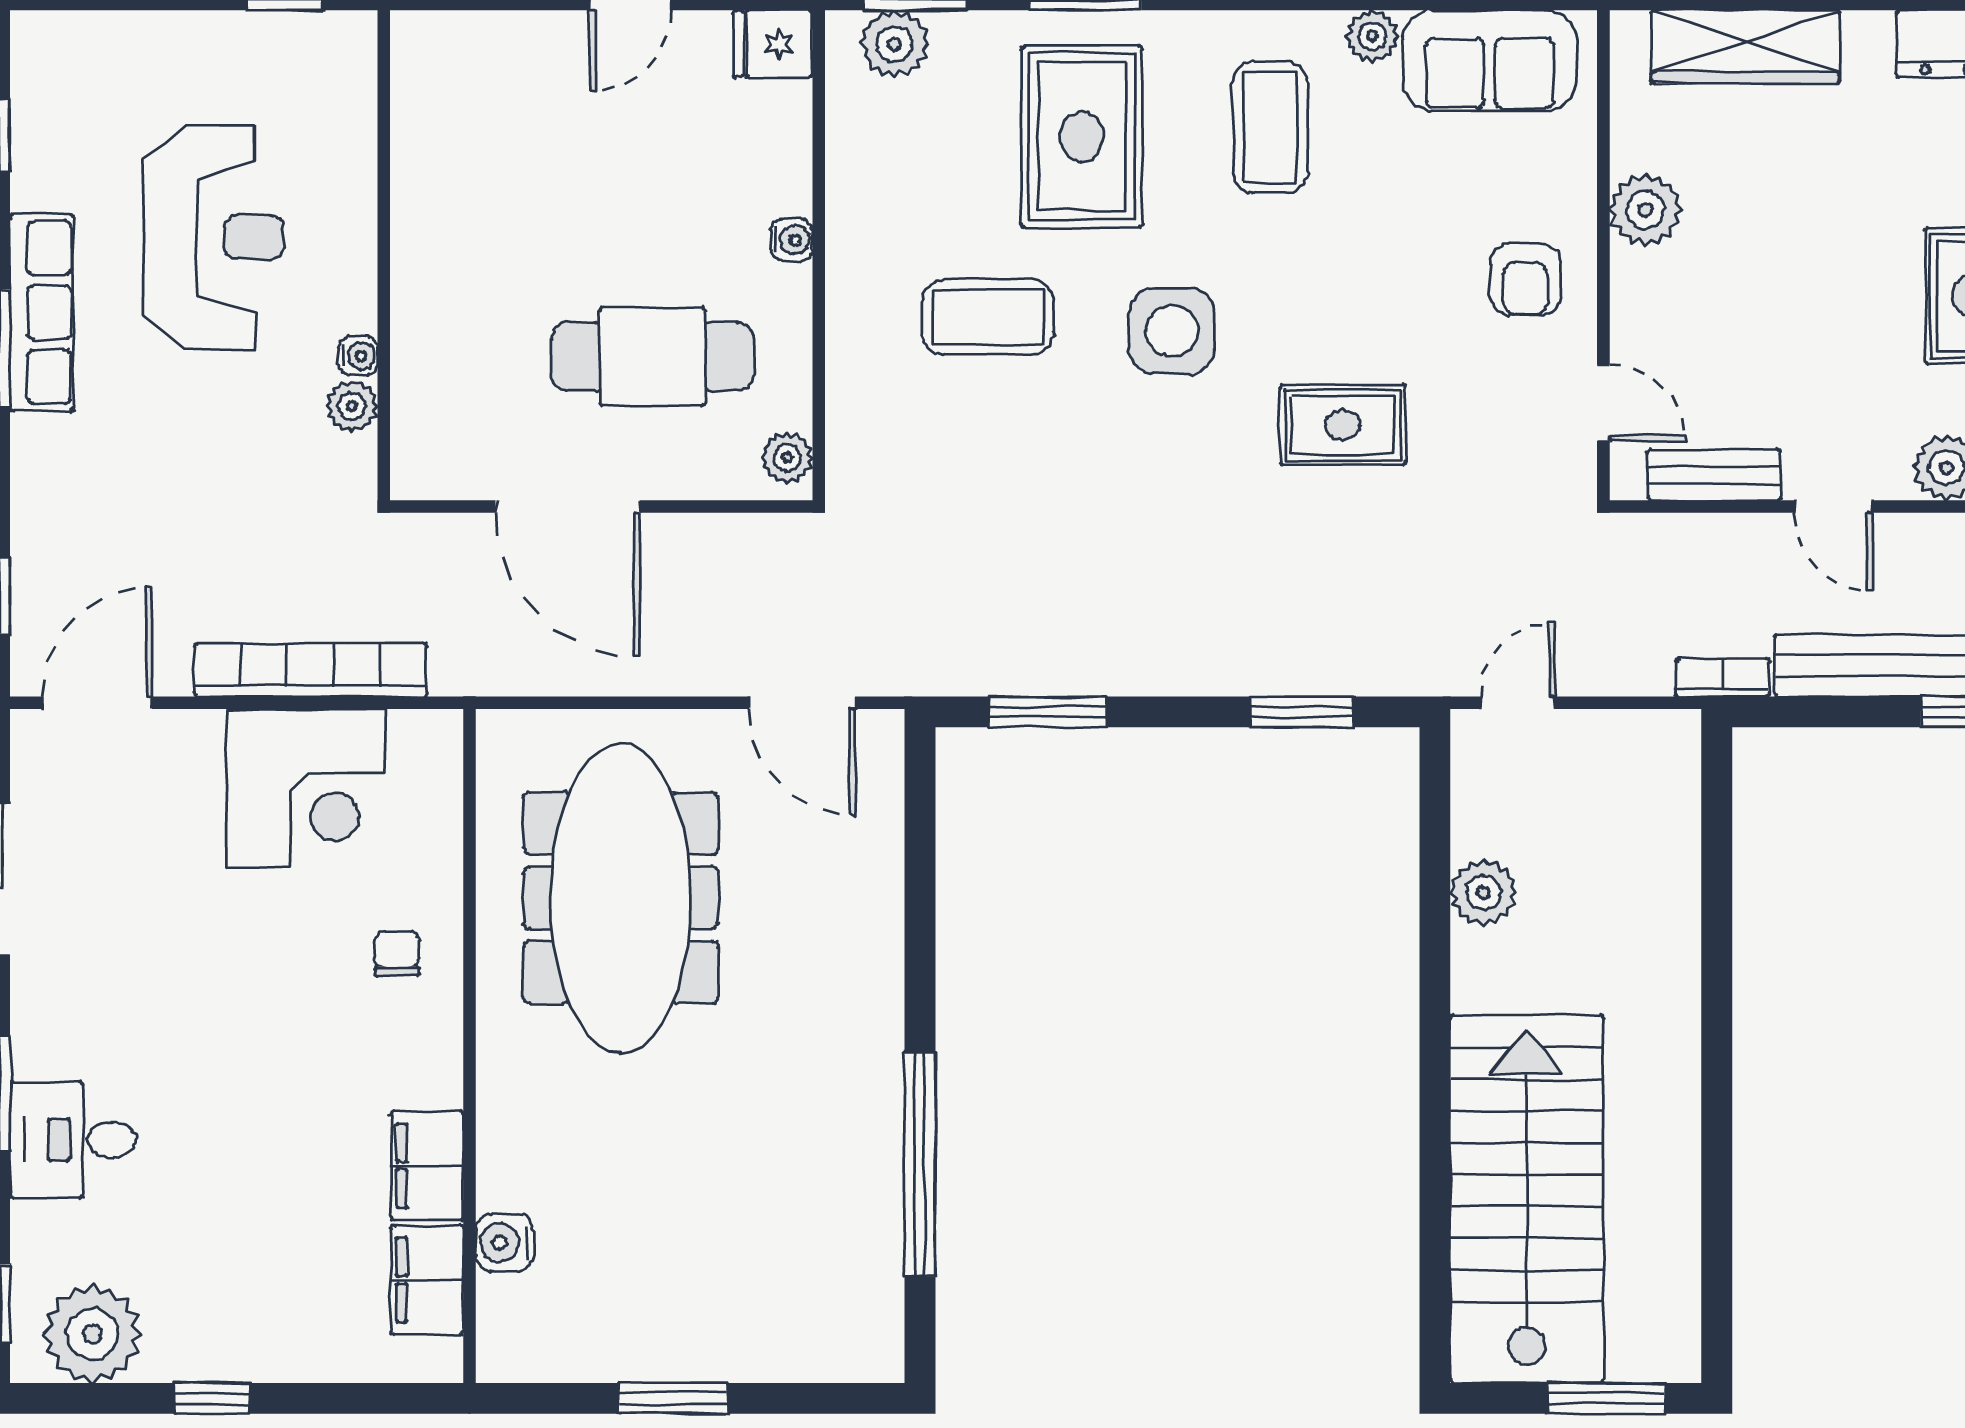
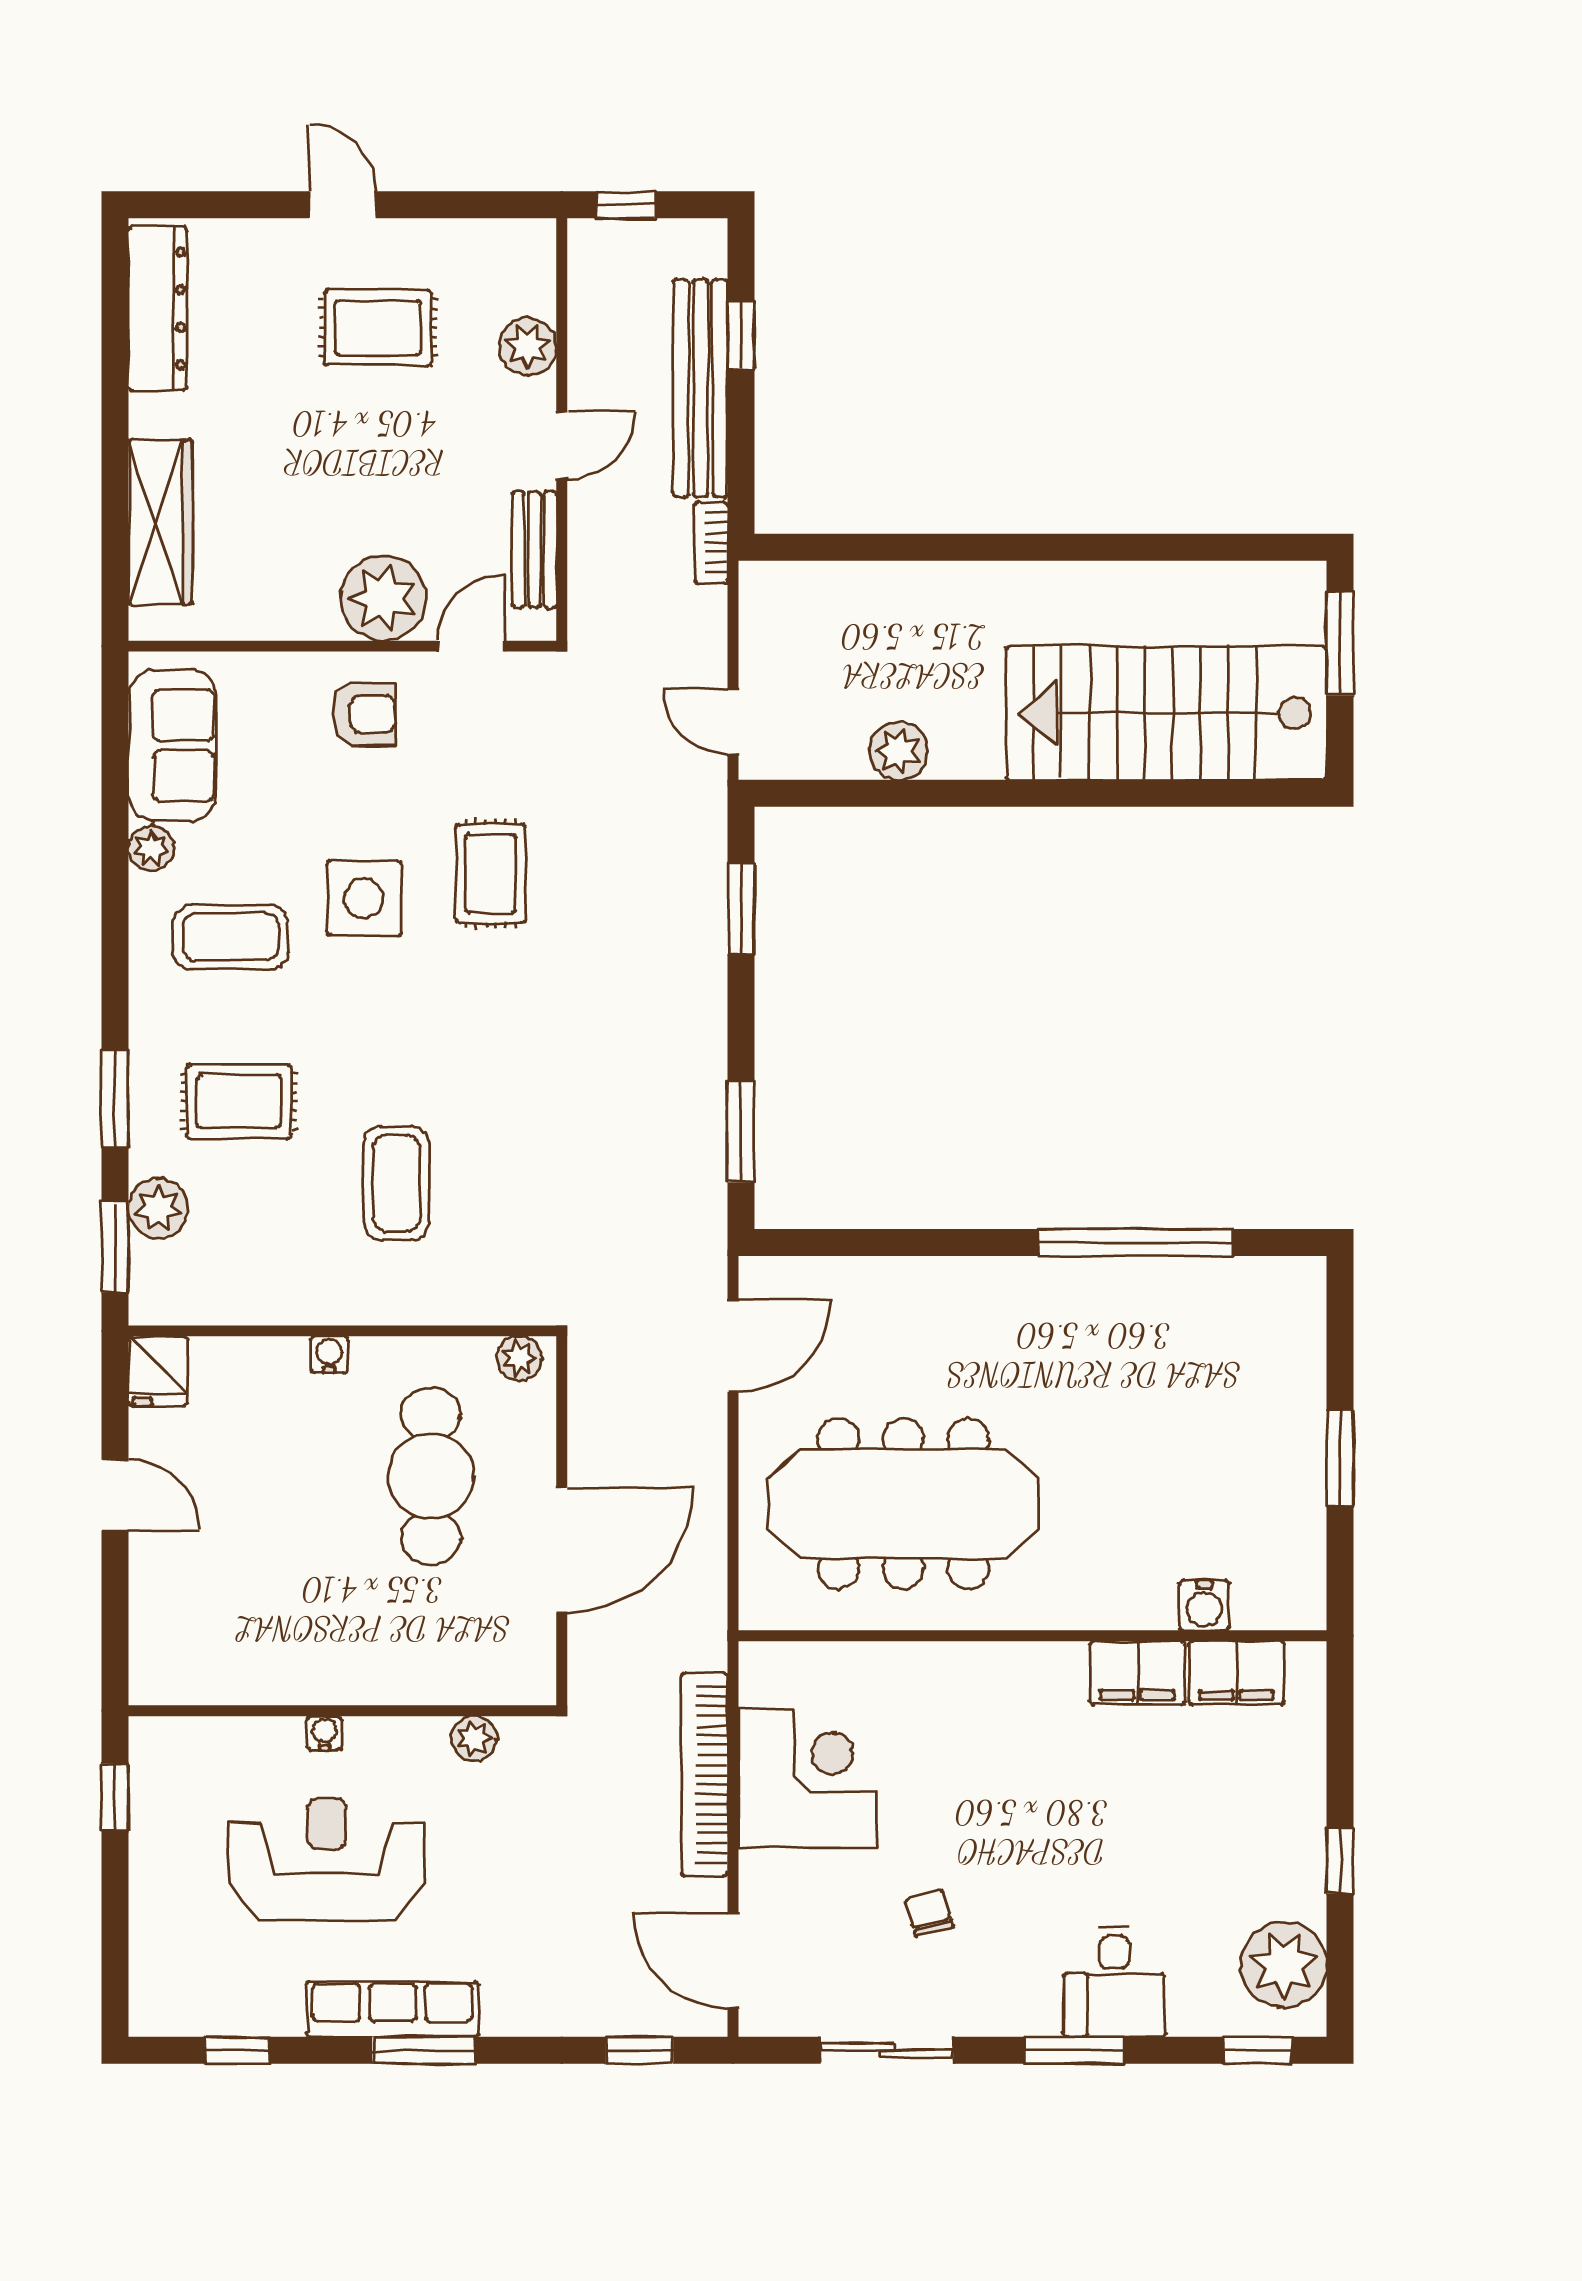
plant: (894, 44) -> (158, 1209), moved
rug: (1082, 136) -> (239, 1101), width x0.73, depth x0.70
plant: (1645, 210) -> (383, 598), moved, width x1.36, depth x1.36
side table: (1172, 331) -> (364, 898), moved
water cooler: (358, 356) -> (325, 1733), moved
chair: (397, 954) -> (929, 1913), moved, turned 74

